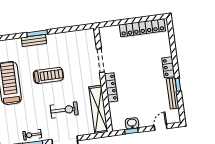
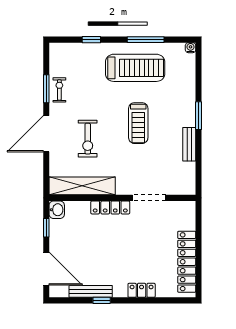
bench: (34, 40) -> (189, 144), moved
locker: (168, 67) -> (142, 290), moved
washbasin: (132, 123) -> (57, 210), moved
door: (161, 127) -> (46, 269), width x1.88

